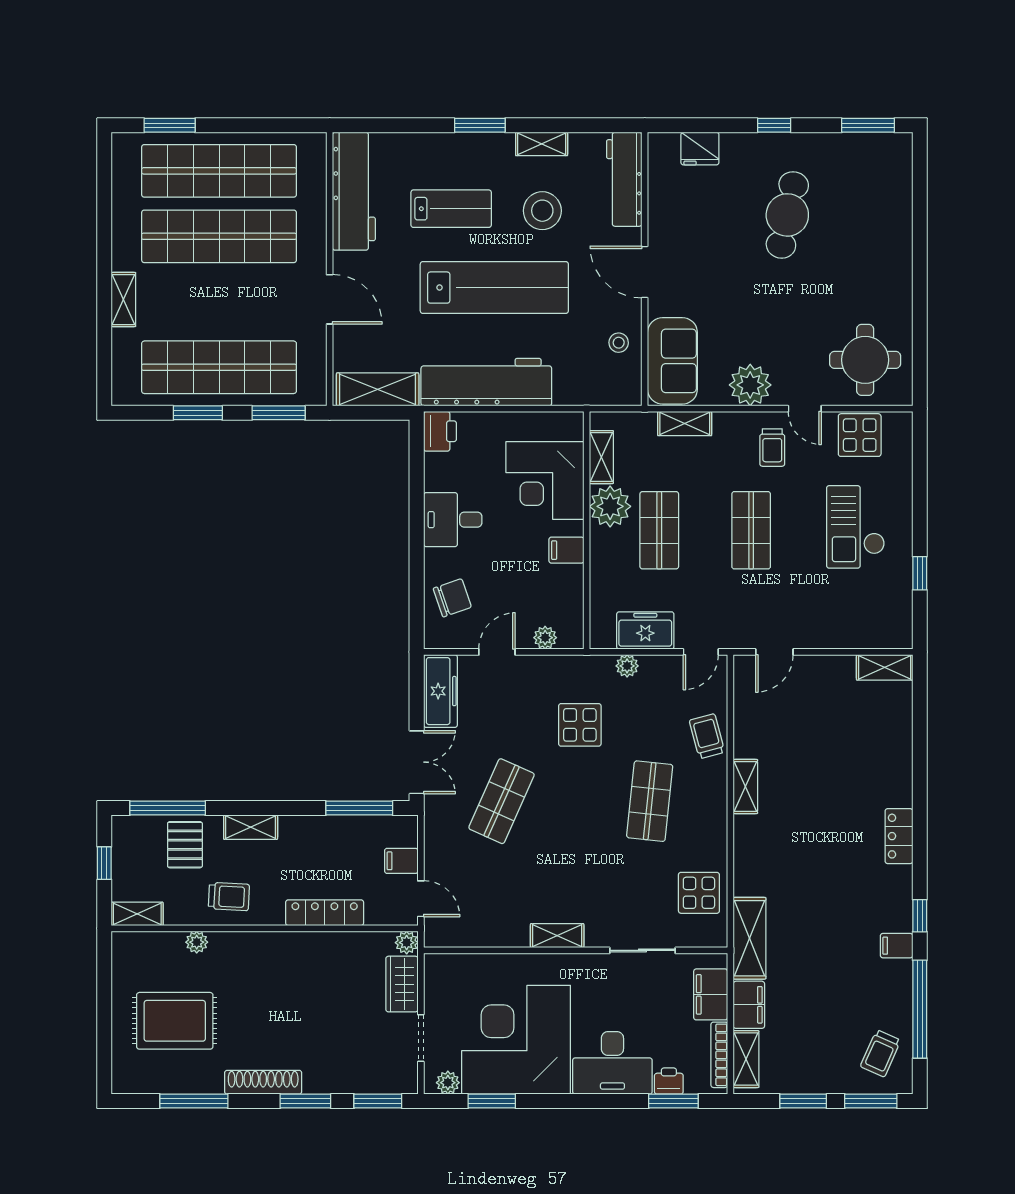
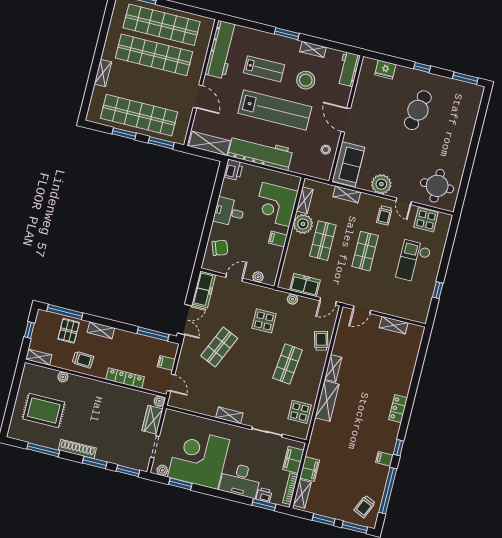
workbench: (624, 179) -> (348, 69), width x0.73
shelving: (885, 667) -> (394, 325), moved
shelving: (750, 938) -> (327, 401), moved

